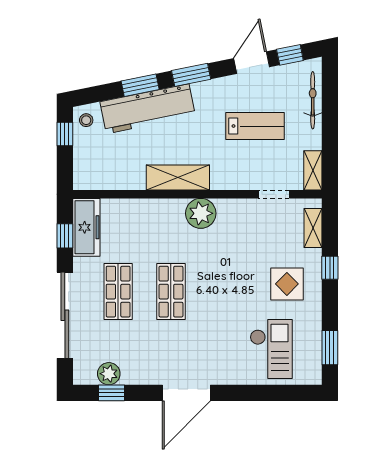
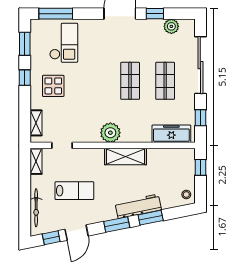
workbench: (148, 109) -> (138, 206), width x0.73, depth x0.76
lab bench: (255, 126) -> (74, 191), turned 180
window: (65, 134) -> (200, 167), moved
freezer: (86, 227) -> (171, 134), moved, turned 90
window: (330, 268) -> (25, 78), moved
checkout: (271, 349) -> (64, 43), turned 180
window: (111, 393) -> (155, 14), moved
window: (283, 393) -> (56, 14), added

